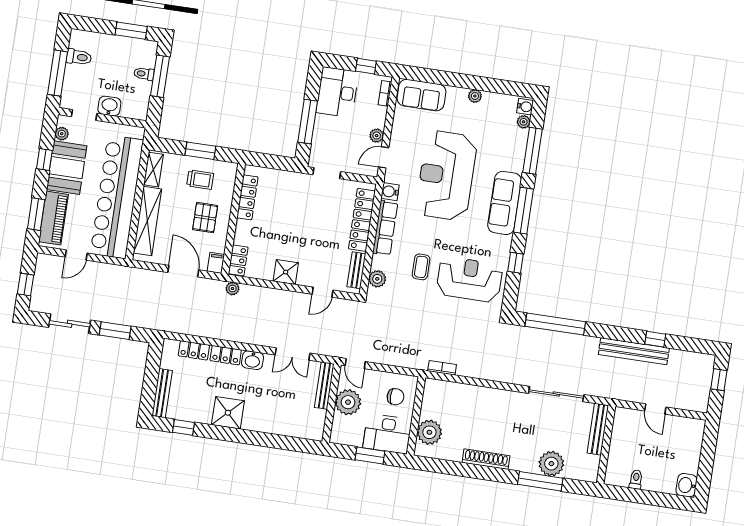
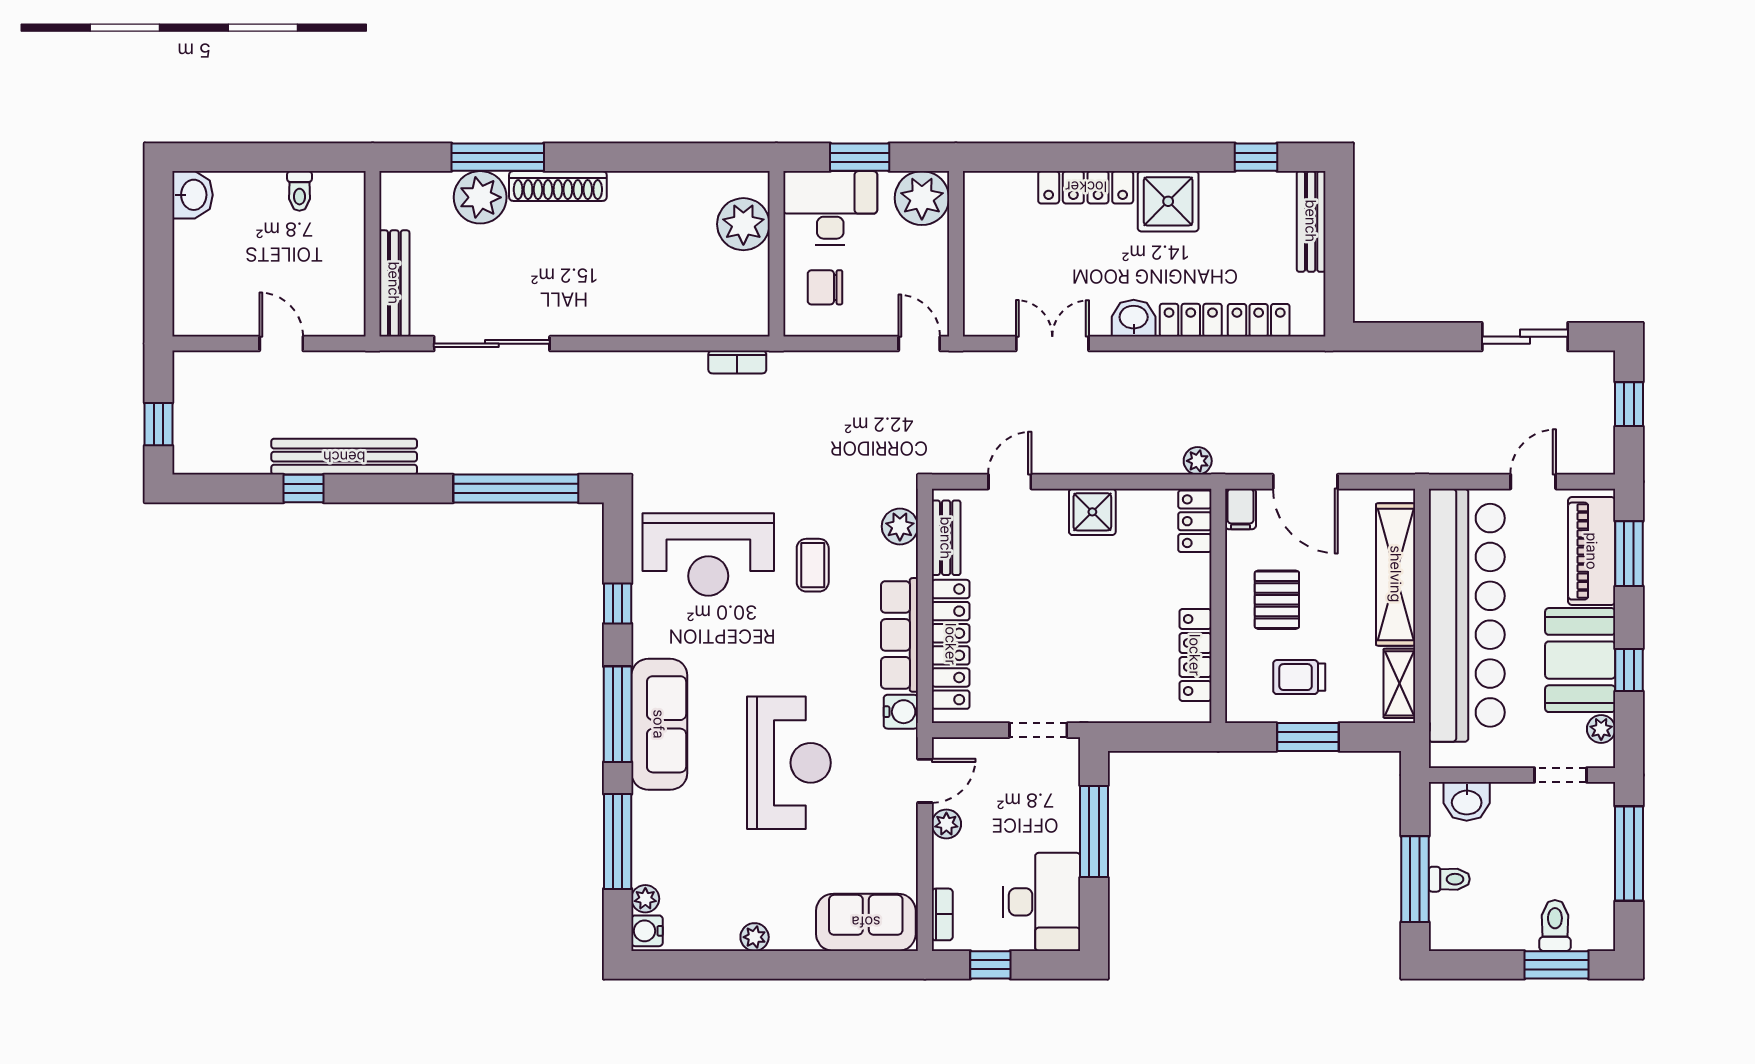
window: (131, 31) -> (1556, 965), moved
toilet: (79, 57) -> (1555, 925), moved, turned 90
washbasin: (109, 106) -> (1467, 801), moved
reception desk: (446, 176) -> (789, 763), width x0.74, depth x0.77
window: (115, 331) -> (1428, 337), removed
bench: (324, 386) -> (976, 288), removed
plant: (348, 402) -> (922, 198), moved
locker: (266, 425) -> (1086, 187), added
shoe rack: (486, 459) -> (558, 186), moved

